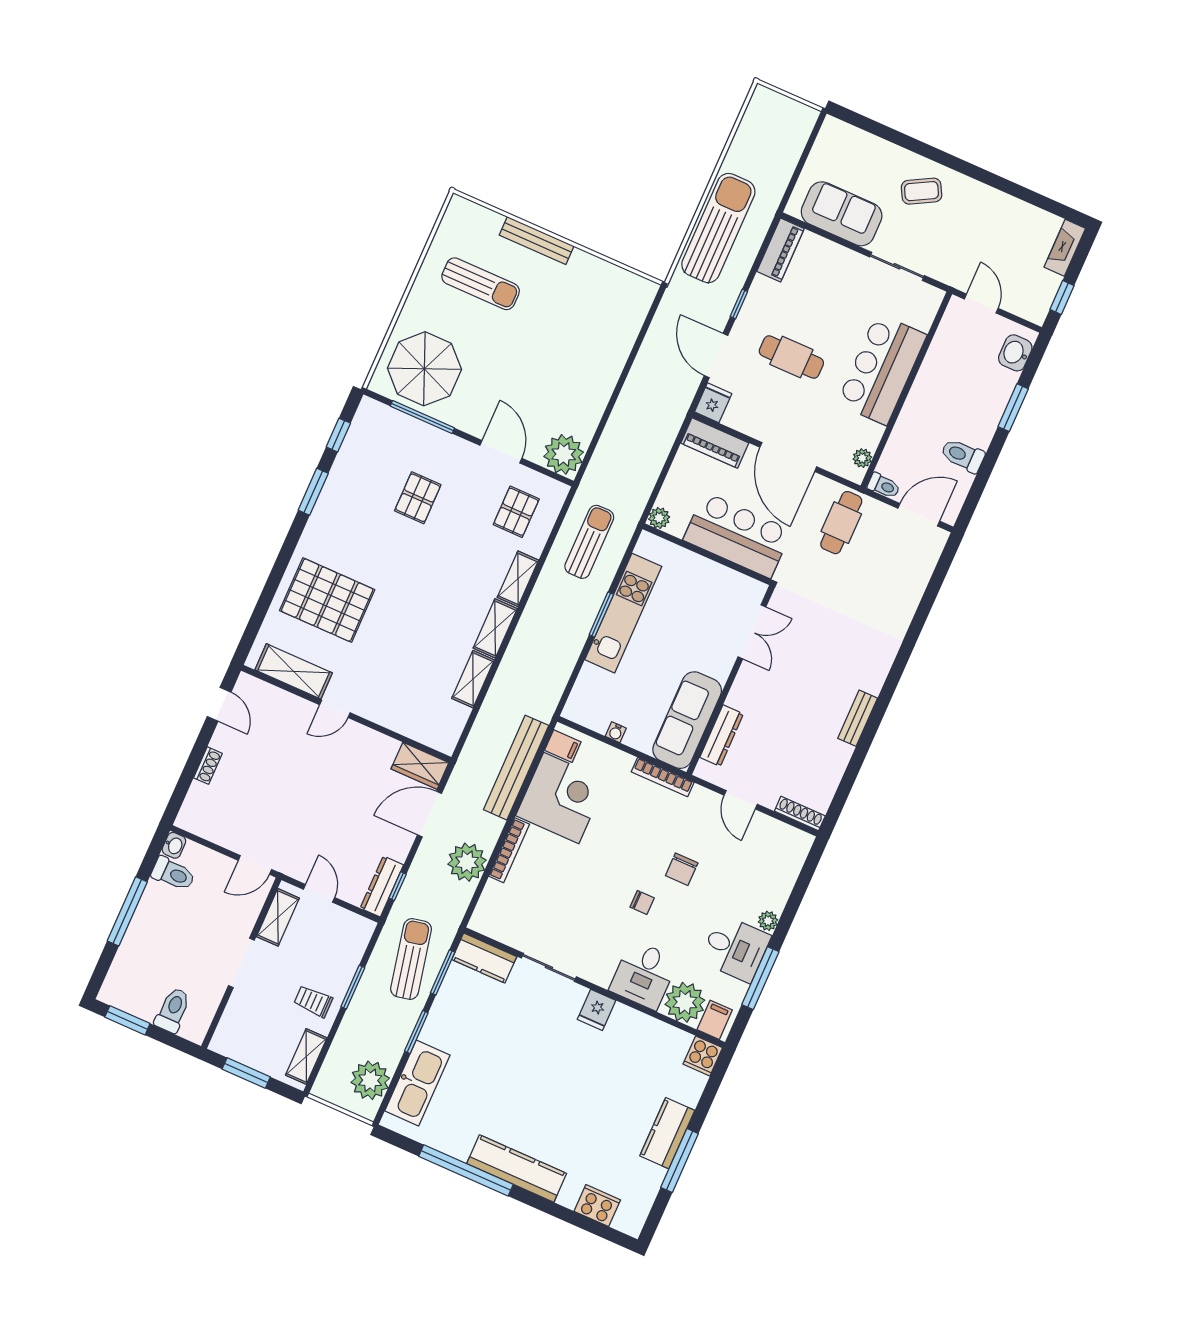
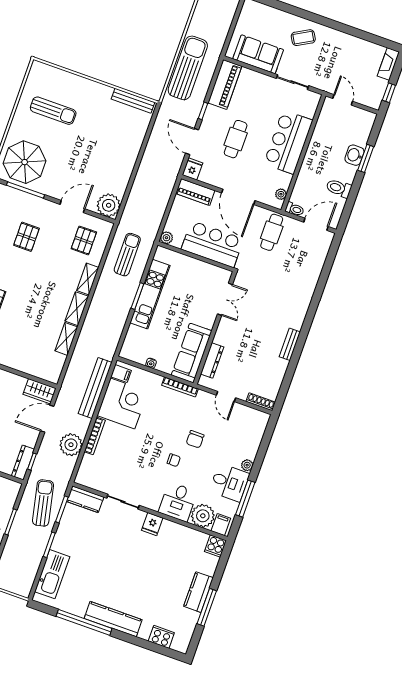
bench: (537, 241) -> (133, 101), moved
piano: (780, 250) -> (225, 84), width x1.37, depth x1.33
washbasin: (1015, 353) -> (354, 155), moved
cafe table: (791, 357) -> (236, 139), turned 90
door: (501, 452) -> (72, 207), hinge flipped
plant: (370, 1080) -> (25, 575), removed

